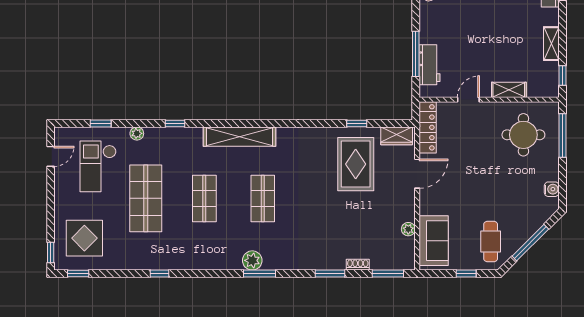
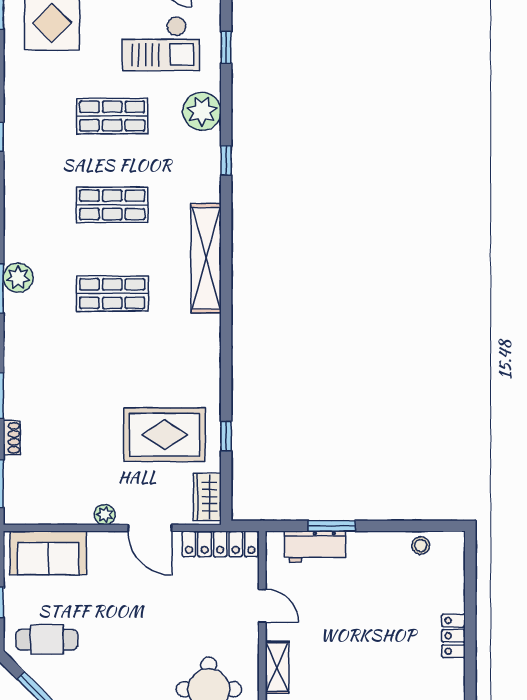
window: (416, 54) -> (332, 526), width x0.69
plant: (137, 133) -> (202, 111), width x1.87, depth x1.87
checkout: (98, 166) -> (161, 44), turned 180
shop shelf: (146, 198) -> (112, 116), width x0.70, depth x0.74
plant: (408, 229) -> (105, 515), moved

